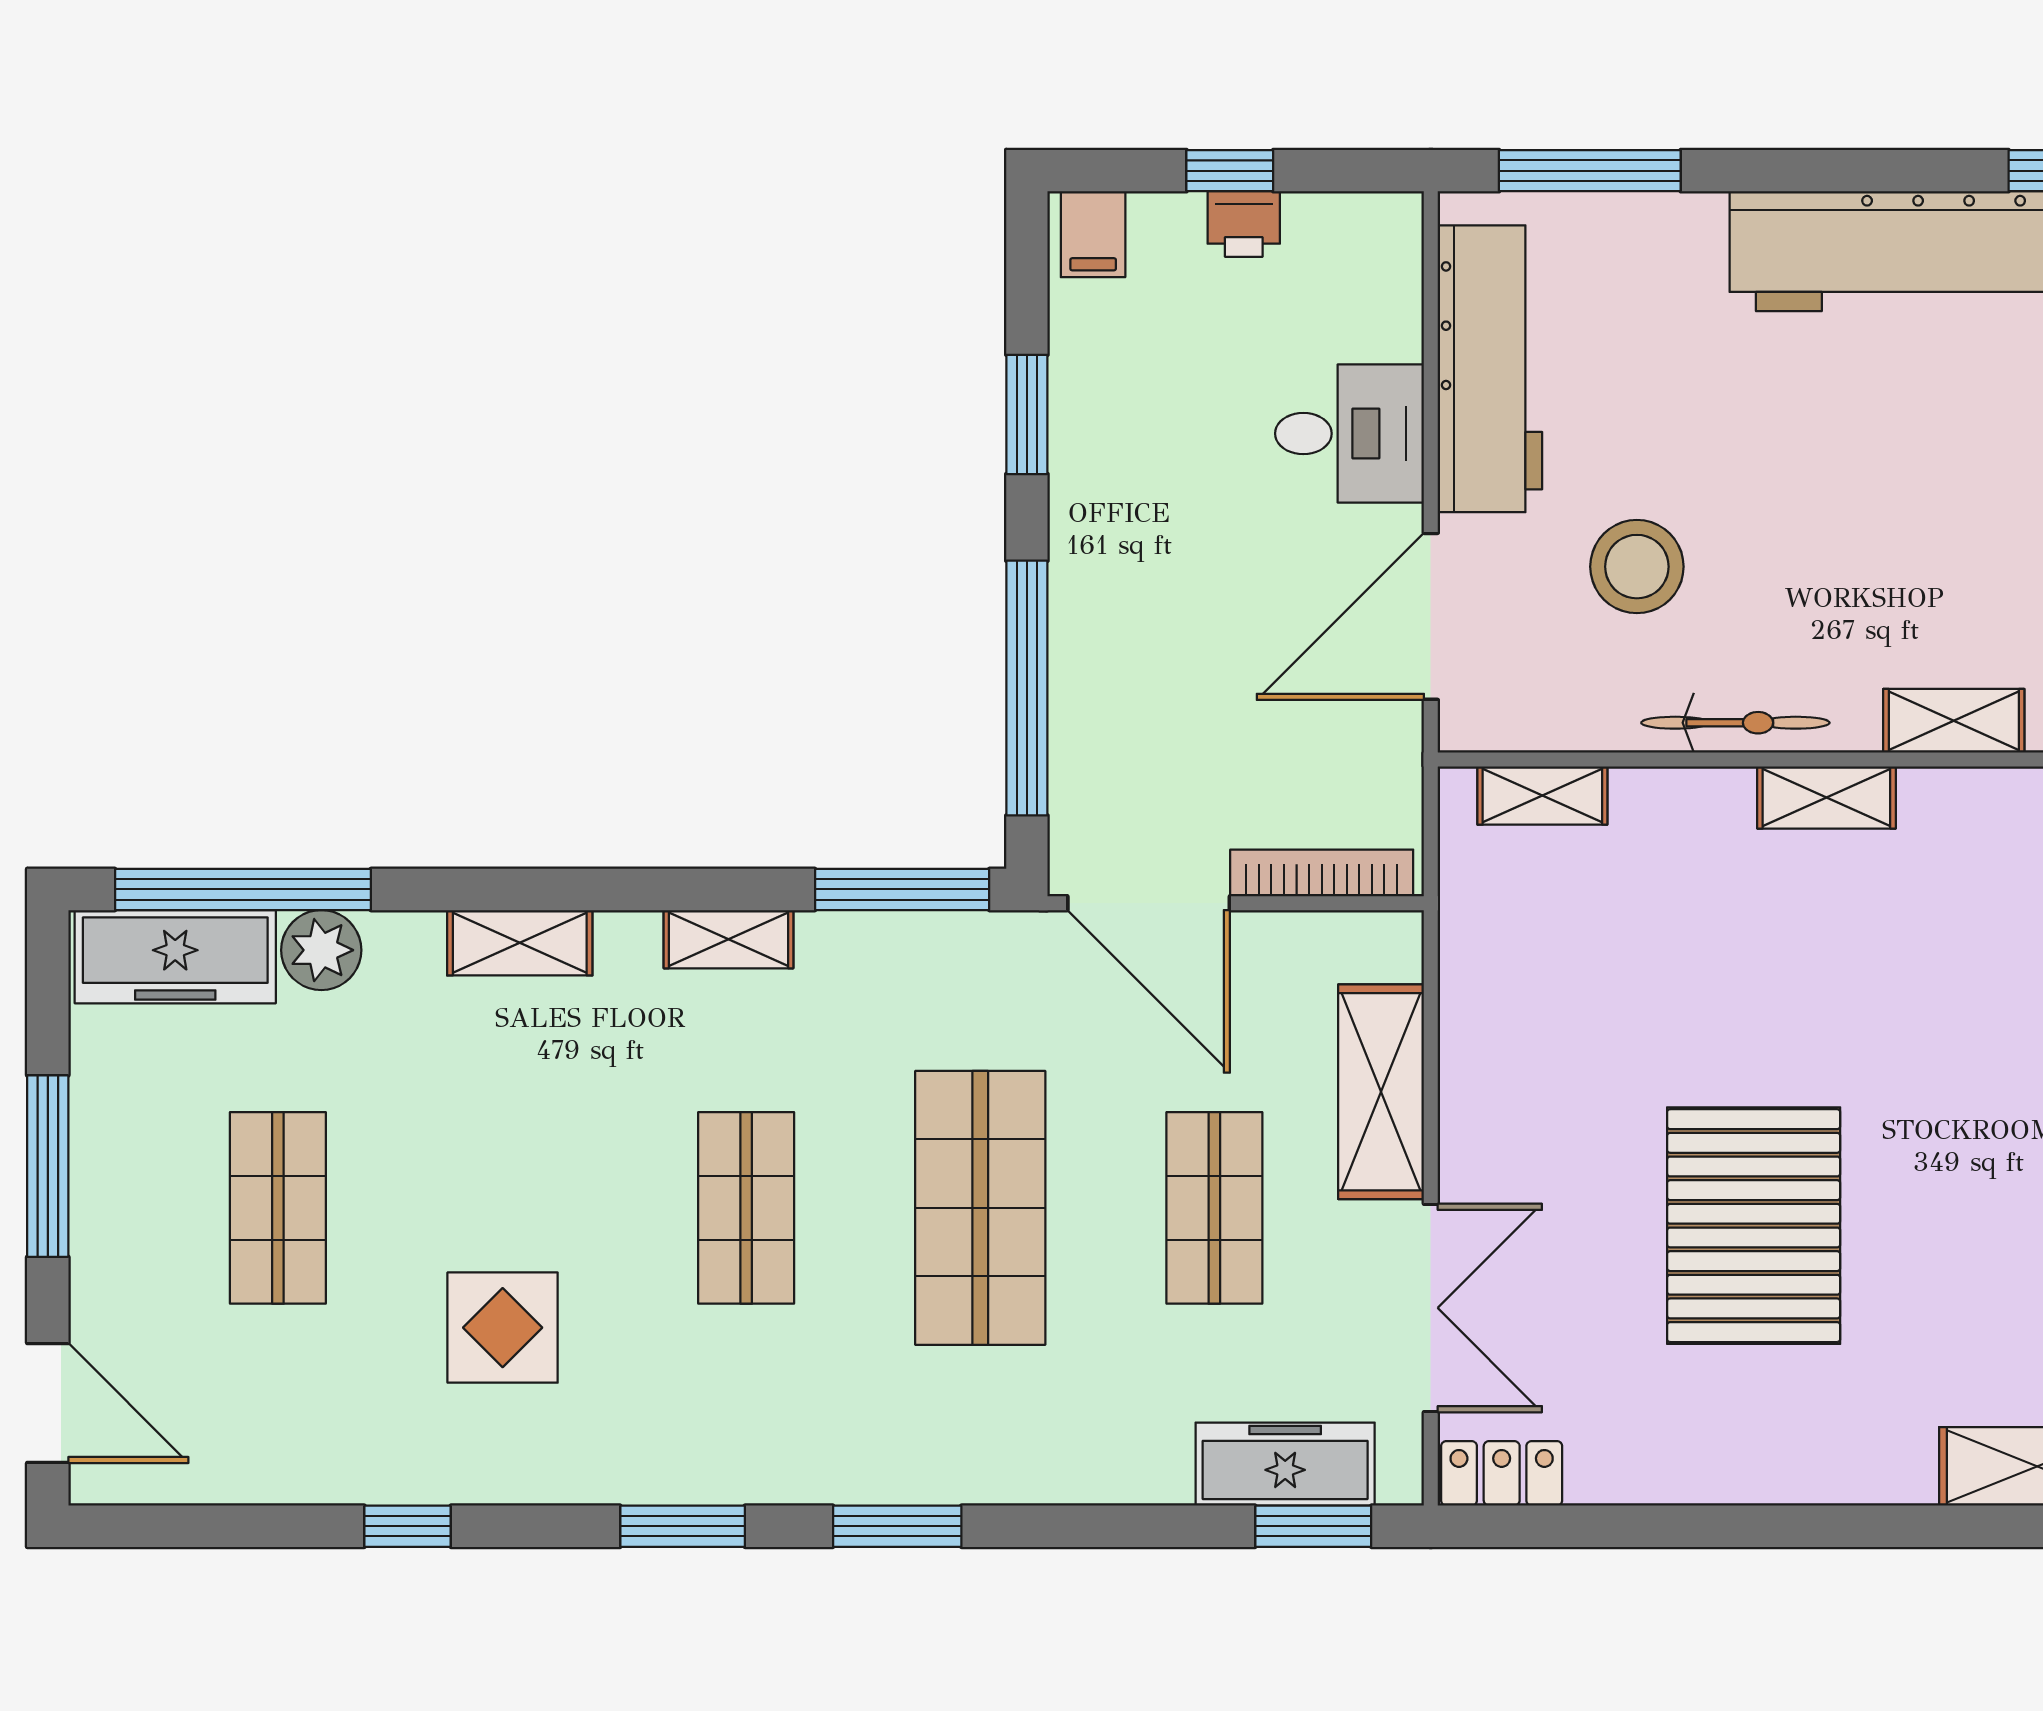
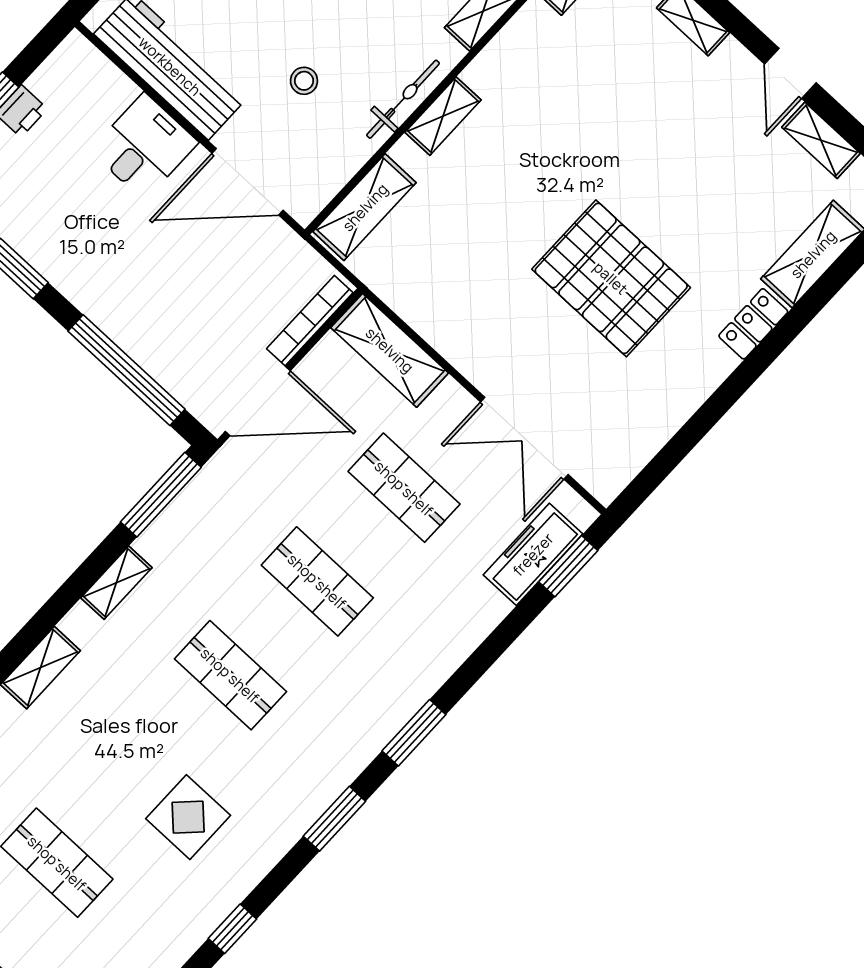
stool: (1637, 567) -> (304, 81), width x0.53, depth x0.53
door: (1431, 616) -> (248, 182), hinge flipped
shelving: (1542, 795) -> (365, 207), width x1.50, depth x1.33
shelving: (1826, 797) -> (443, 116), moved
shelving: (1381, 1092) -> (390, 350), moved
shop shelf: (980, 1208) -> (317, 581), width x0.70, depth x0.74
double door: (1431, 1308) -> (524, 438), swing flipped
locker: (1502, 1473) -> (753, 324), moved

